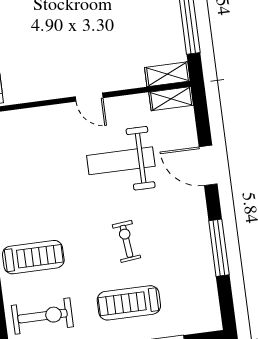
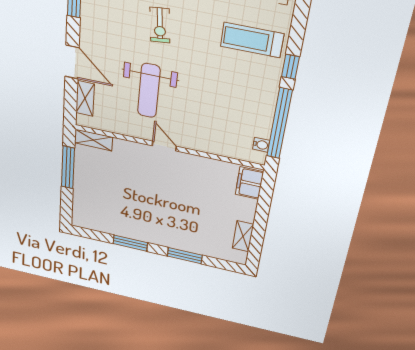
shelving: (171, 99) -> (85, 98), moved, turned 90
weight bench: (121, 161) -> (149, 91), turned 90

